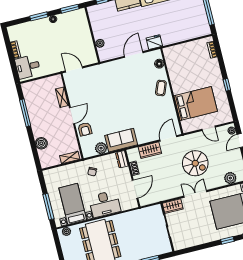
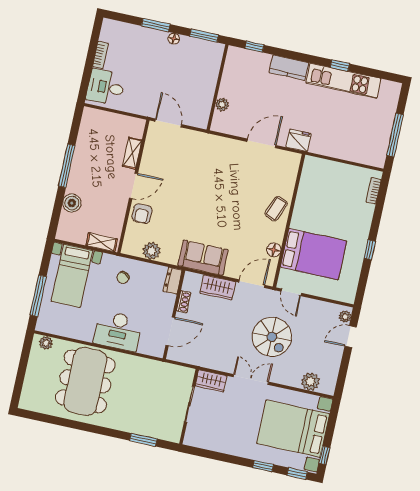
floor lamp: (159, 64) -> (274, 250), moved
window: (25, 113) -> (67, 166), moved
door: (209, 128) -> (291, 292), moved
sofa: (121, 140) -> (203, 258), moved
bed with nightstands: (73, 204) -> (72, 276), moved, turned 180

